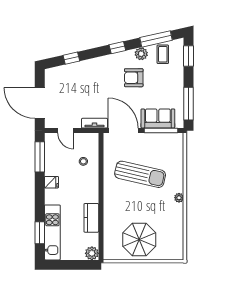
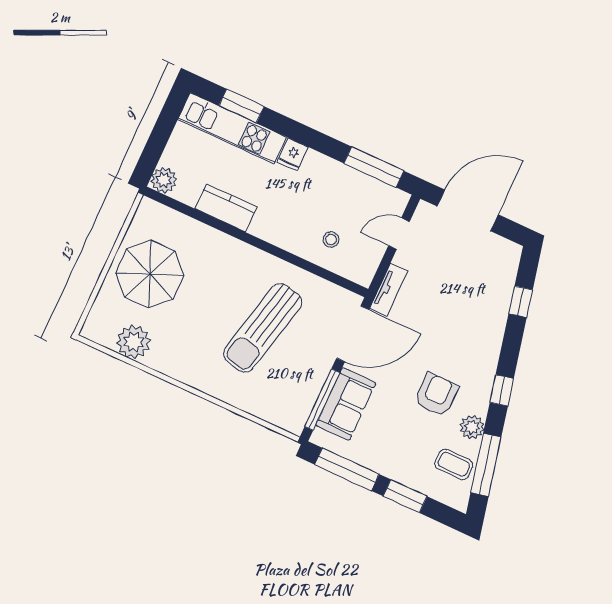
window: (189, 56) -> (405, 496), moved
fridge: (52, 182) -> (293, 154), moved
plant: (179, 198) -> (133, 342), moved, width x1.88, depth x1.88

